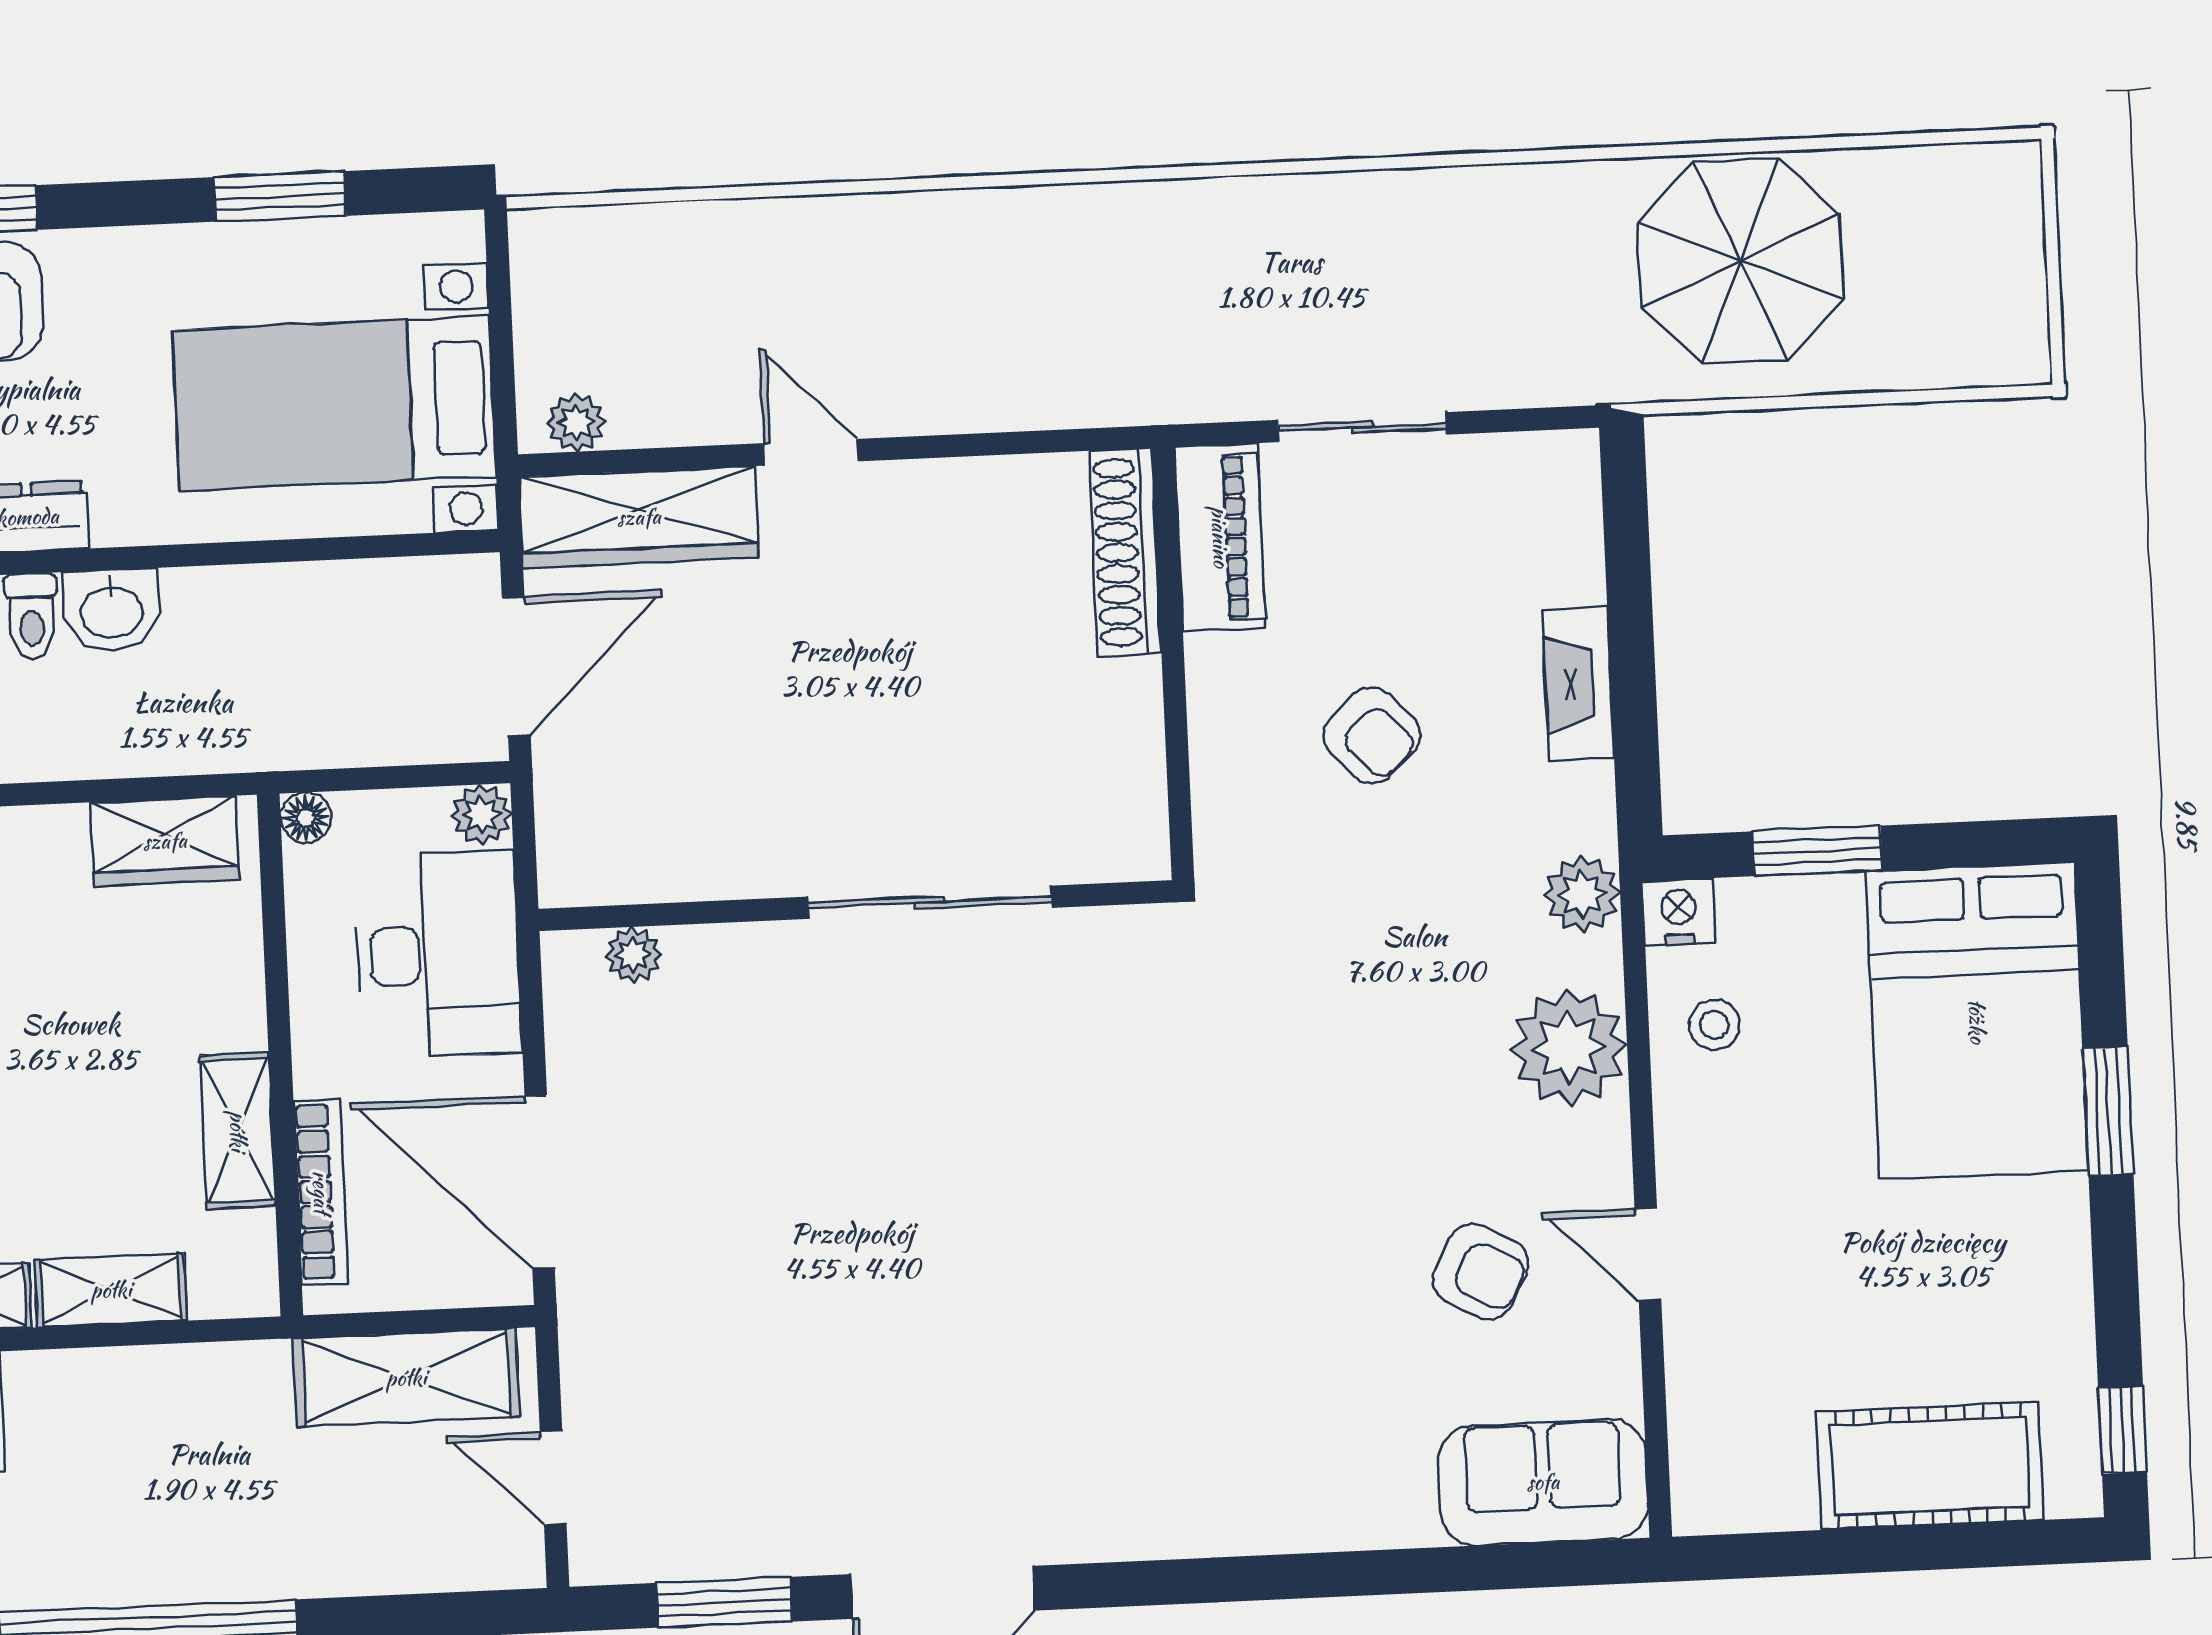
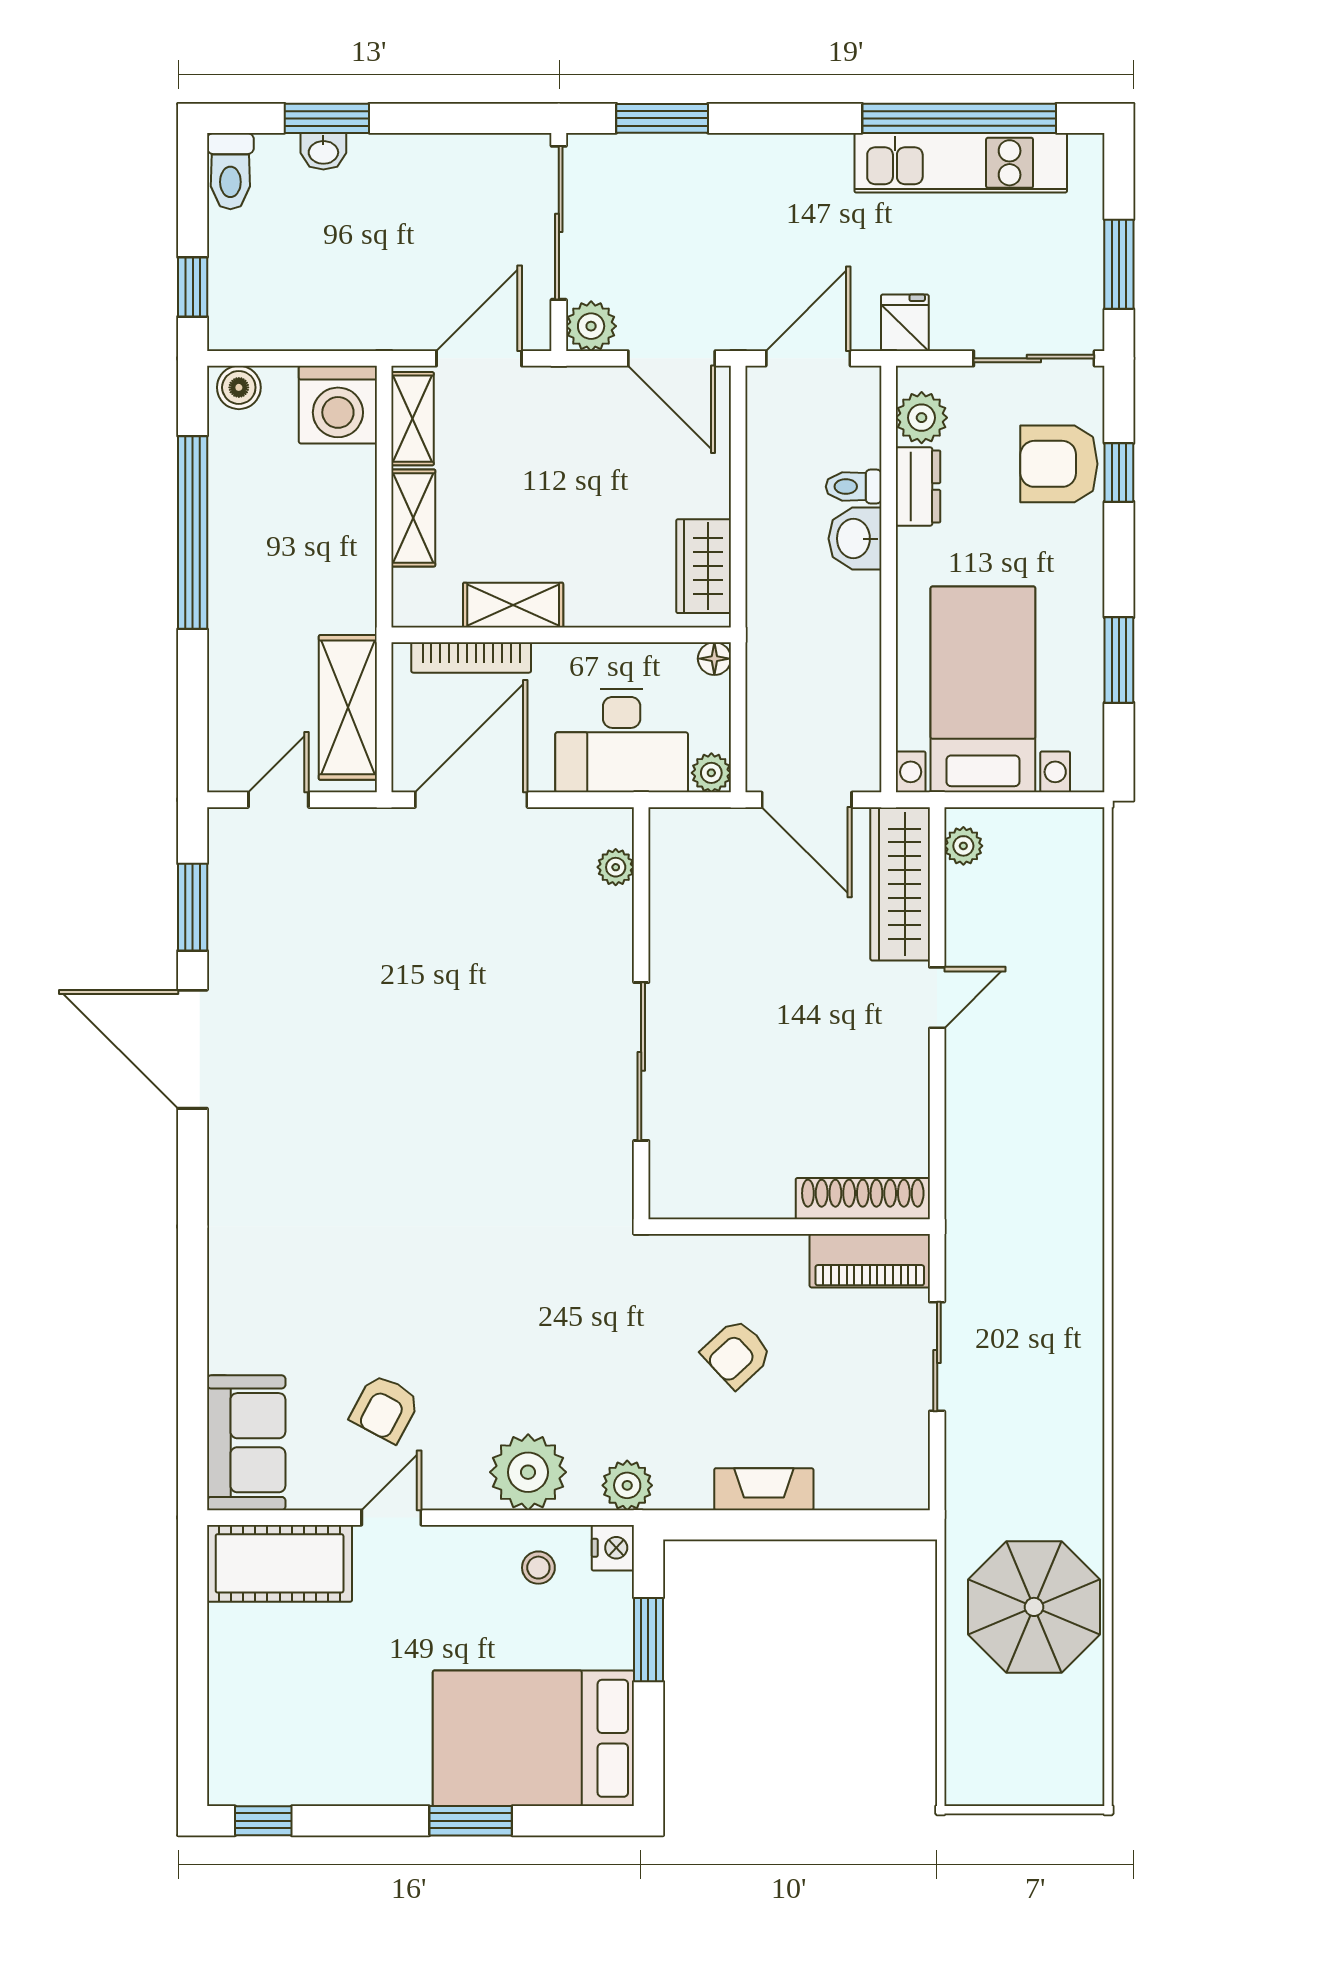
cot: (1930, 1466) -> (280, 1563), moved, turned 90

